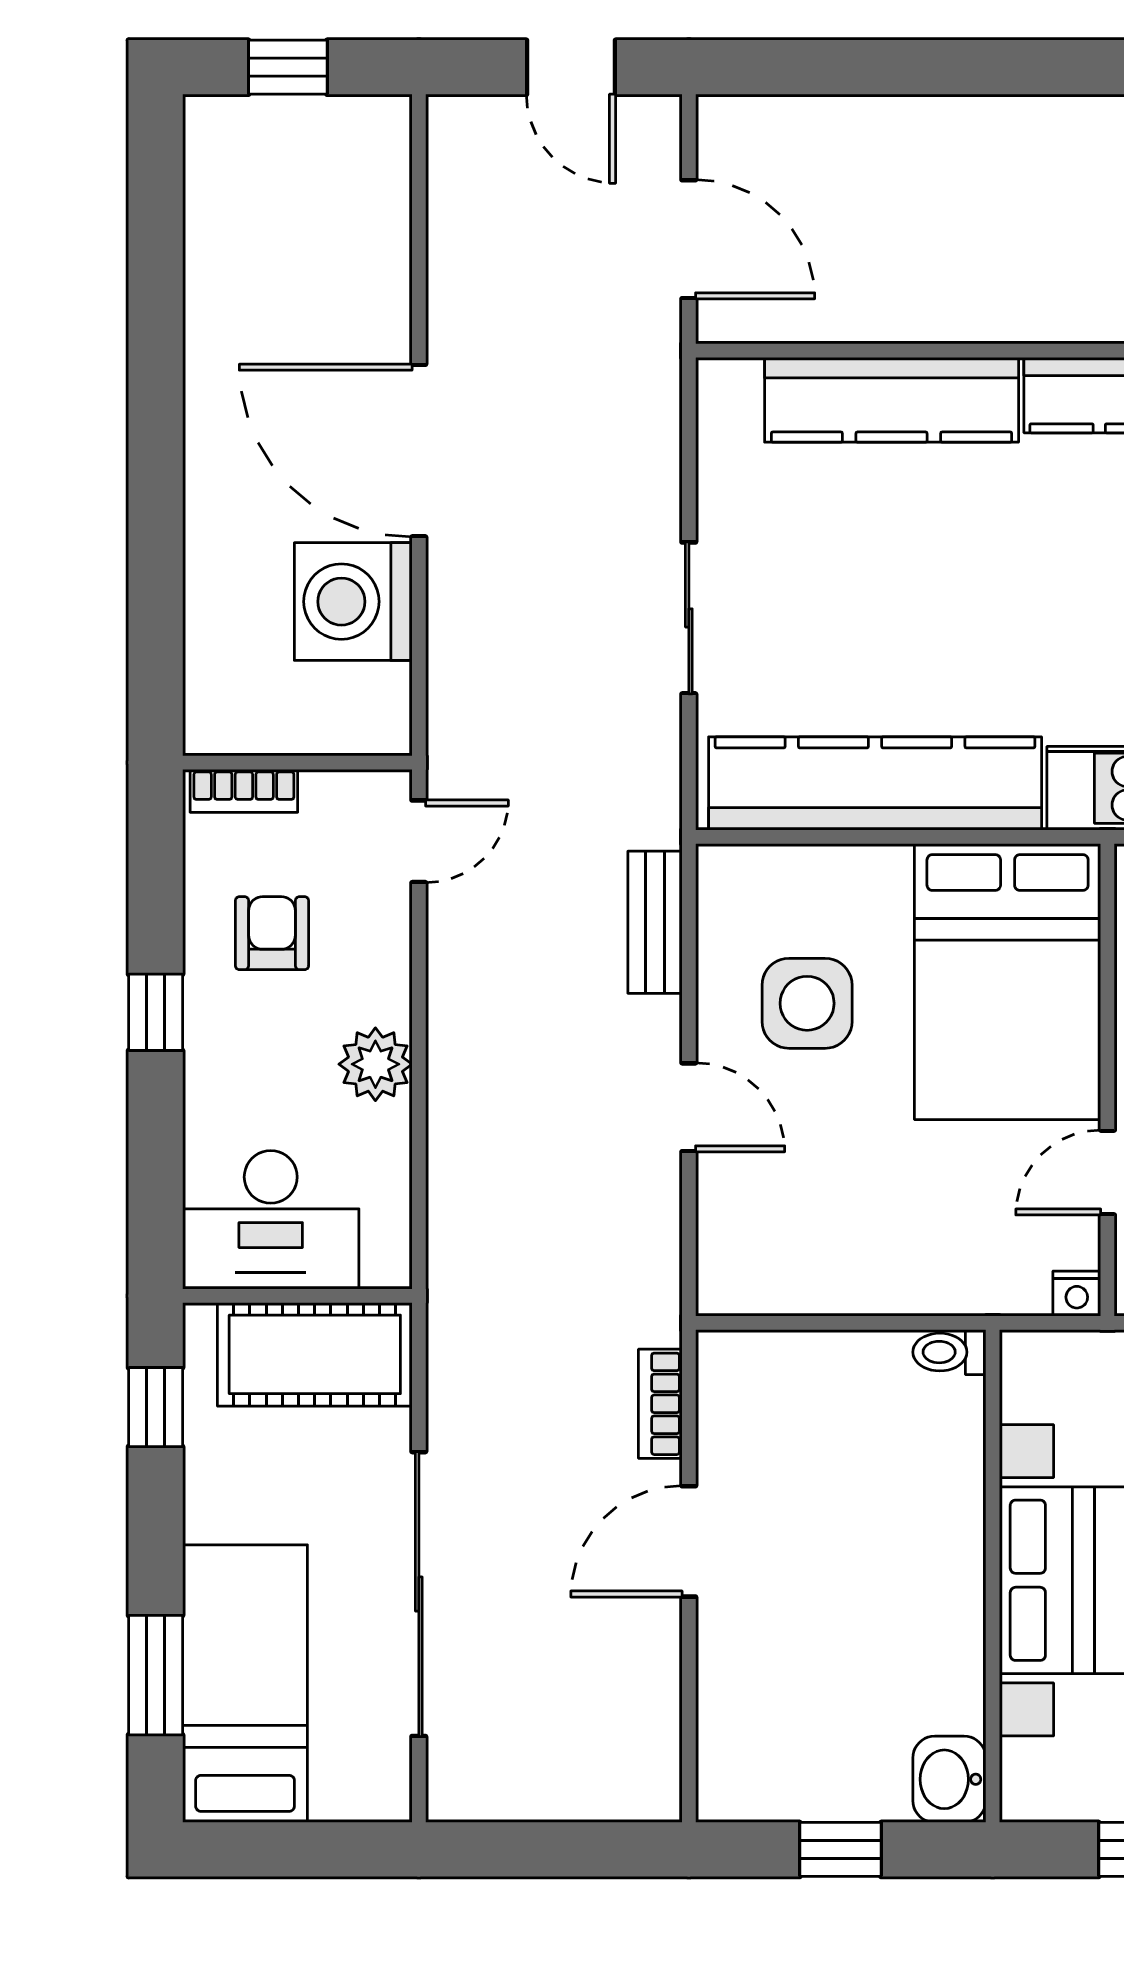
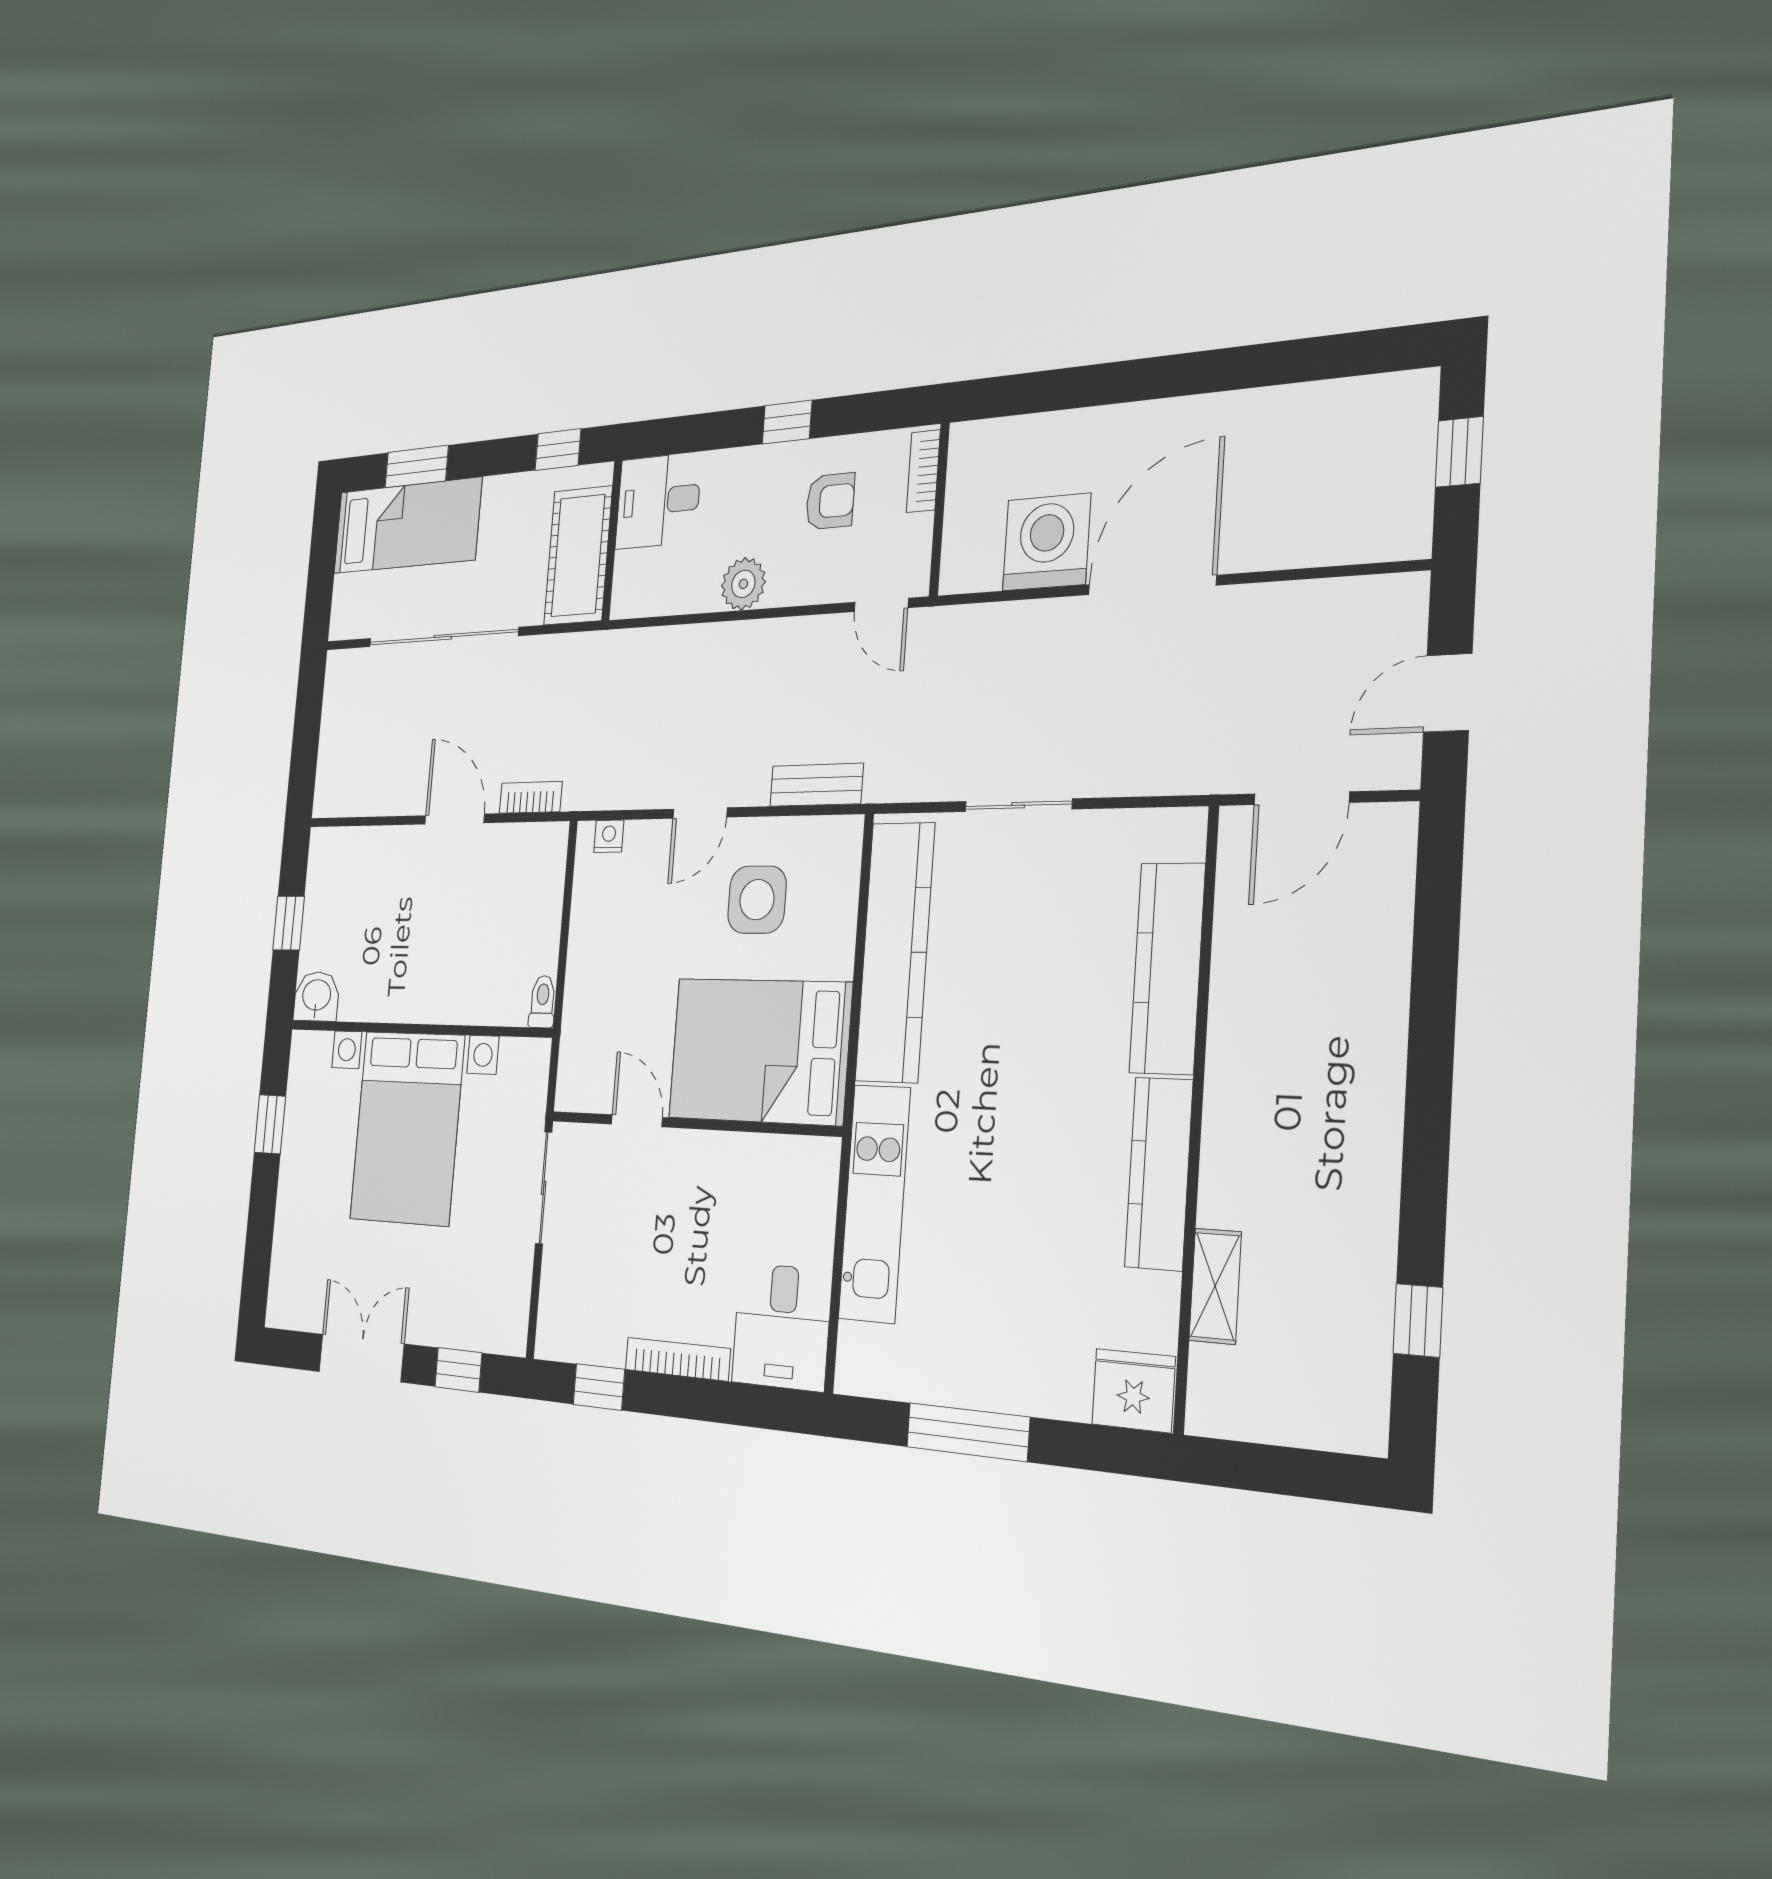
desk: (271, 1220) -> (658, 501), width x0.73
nightstand: (1077, 1294) -> (609, 836), moved, turned 90

